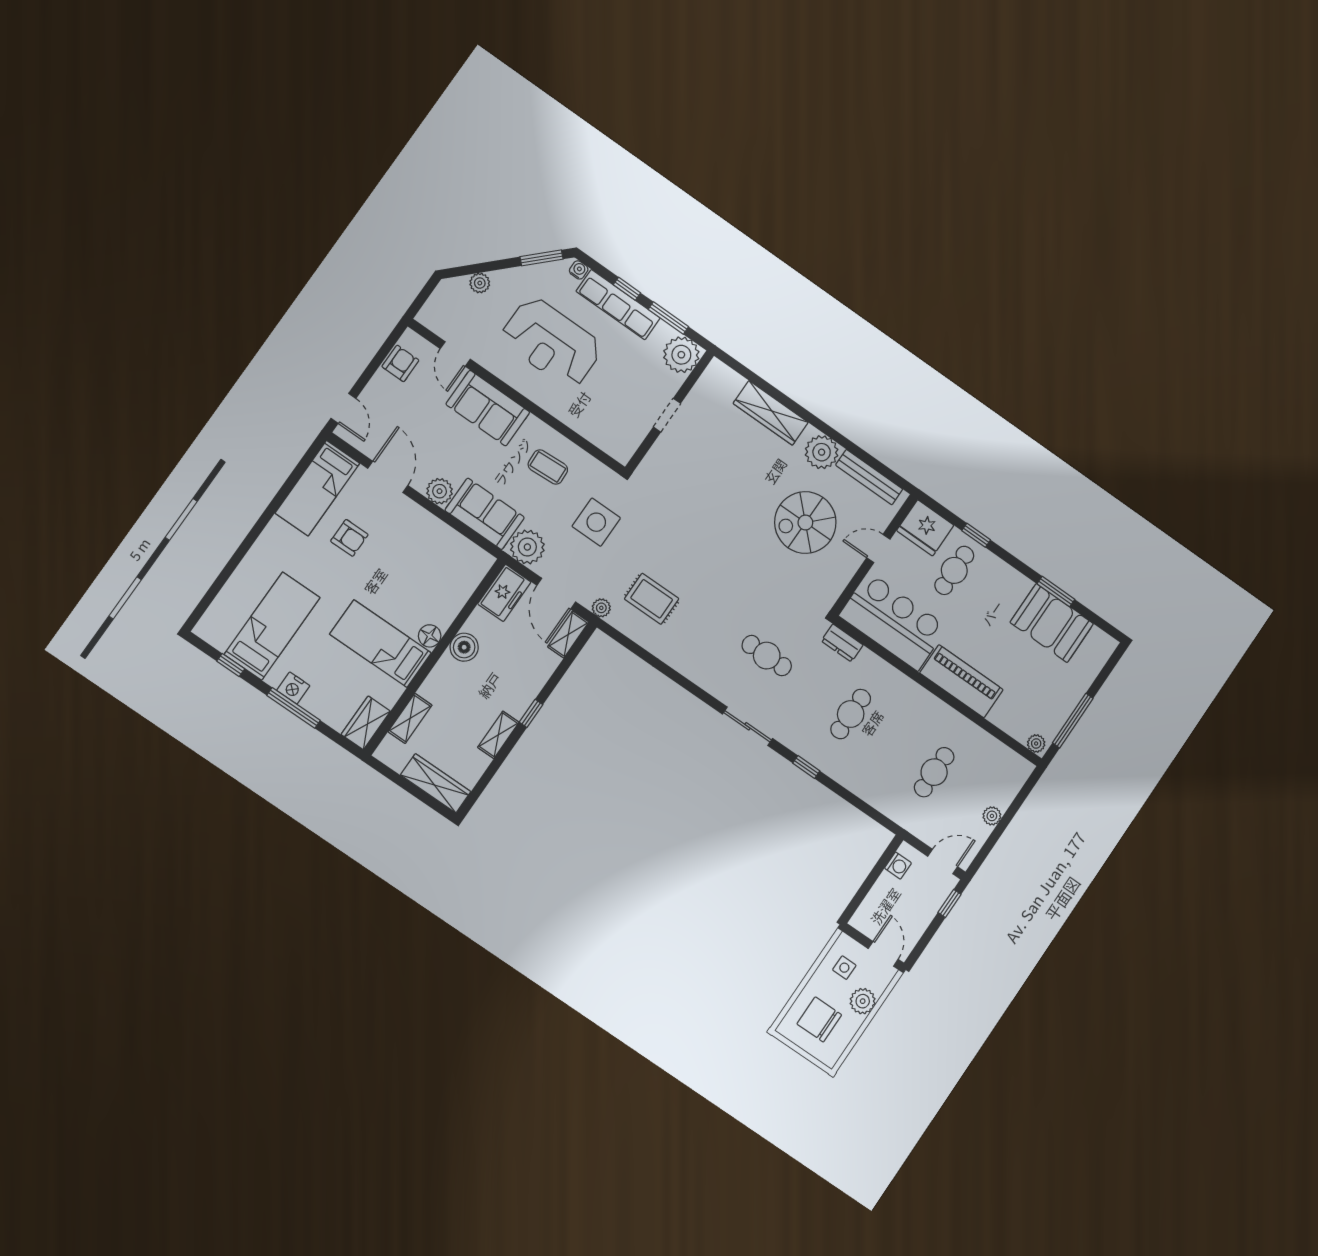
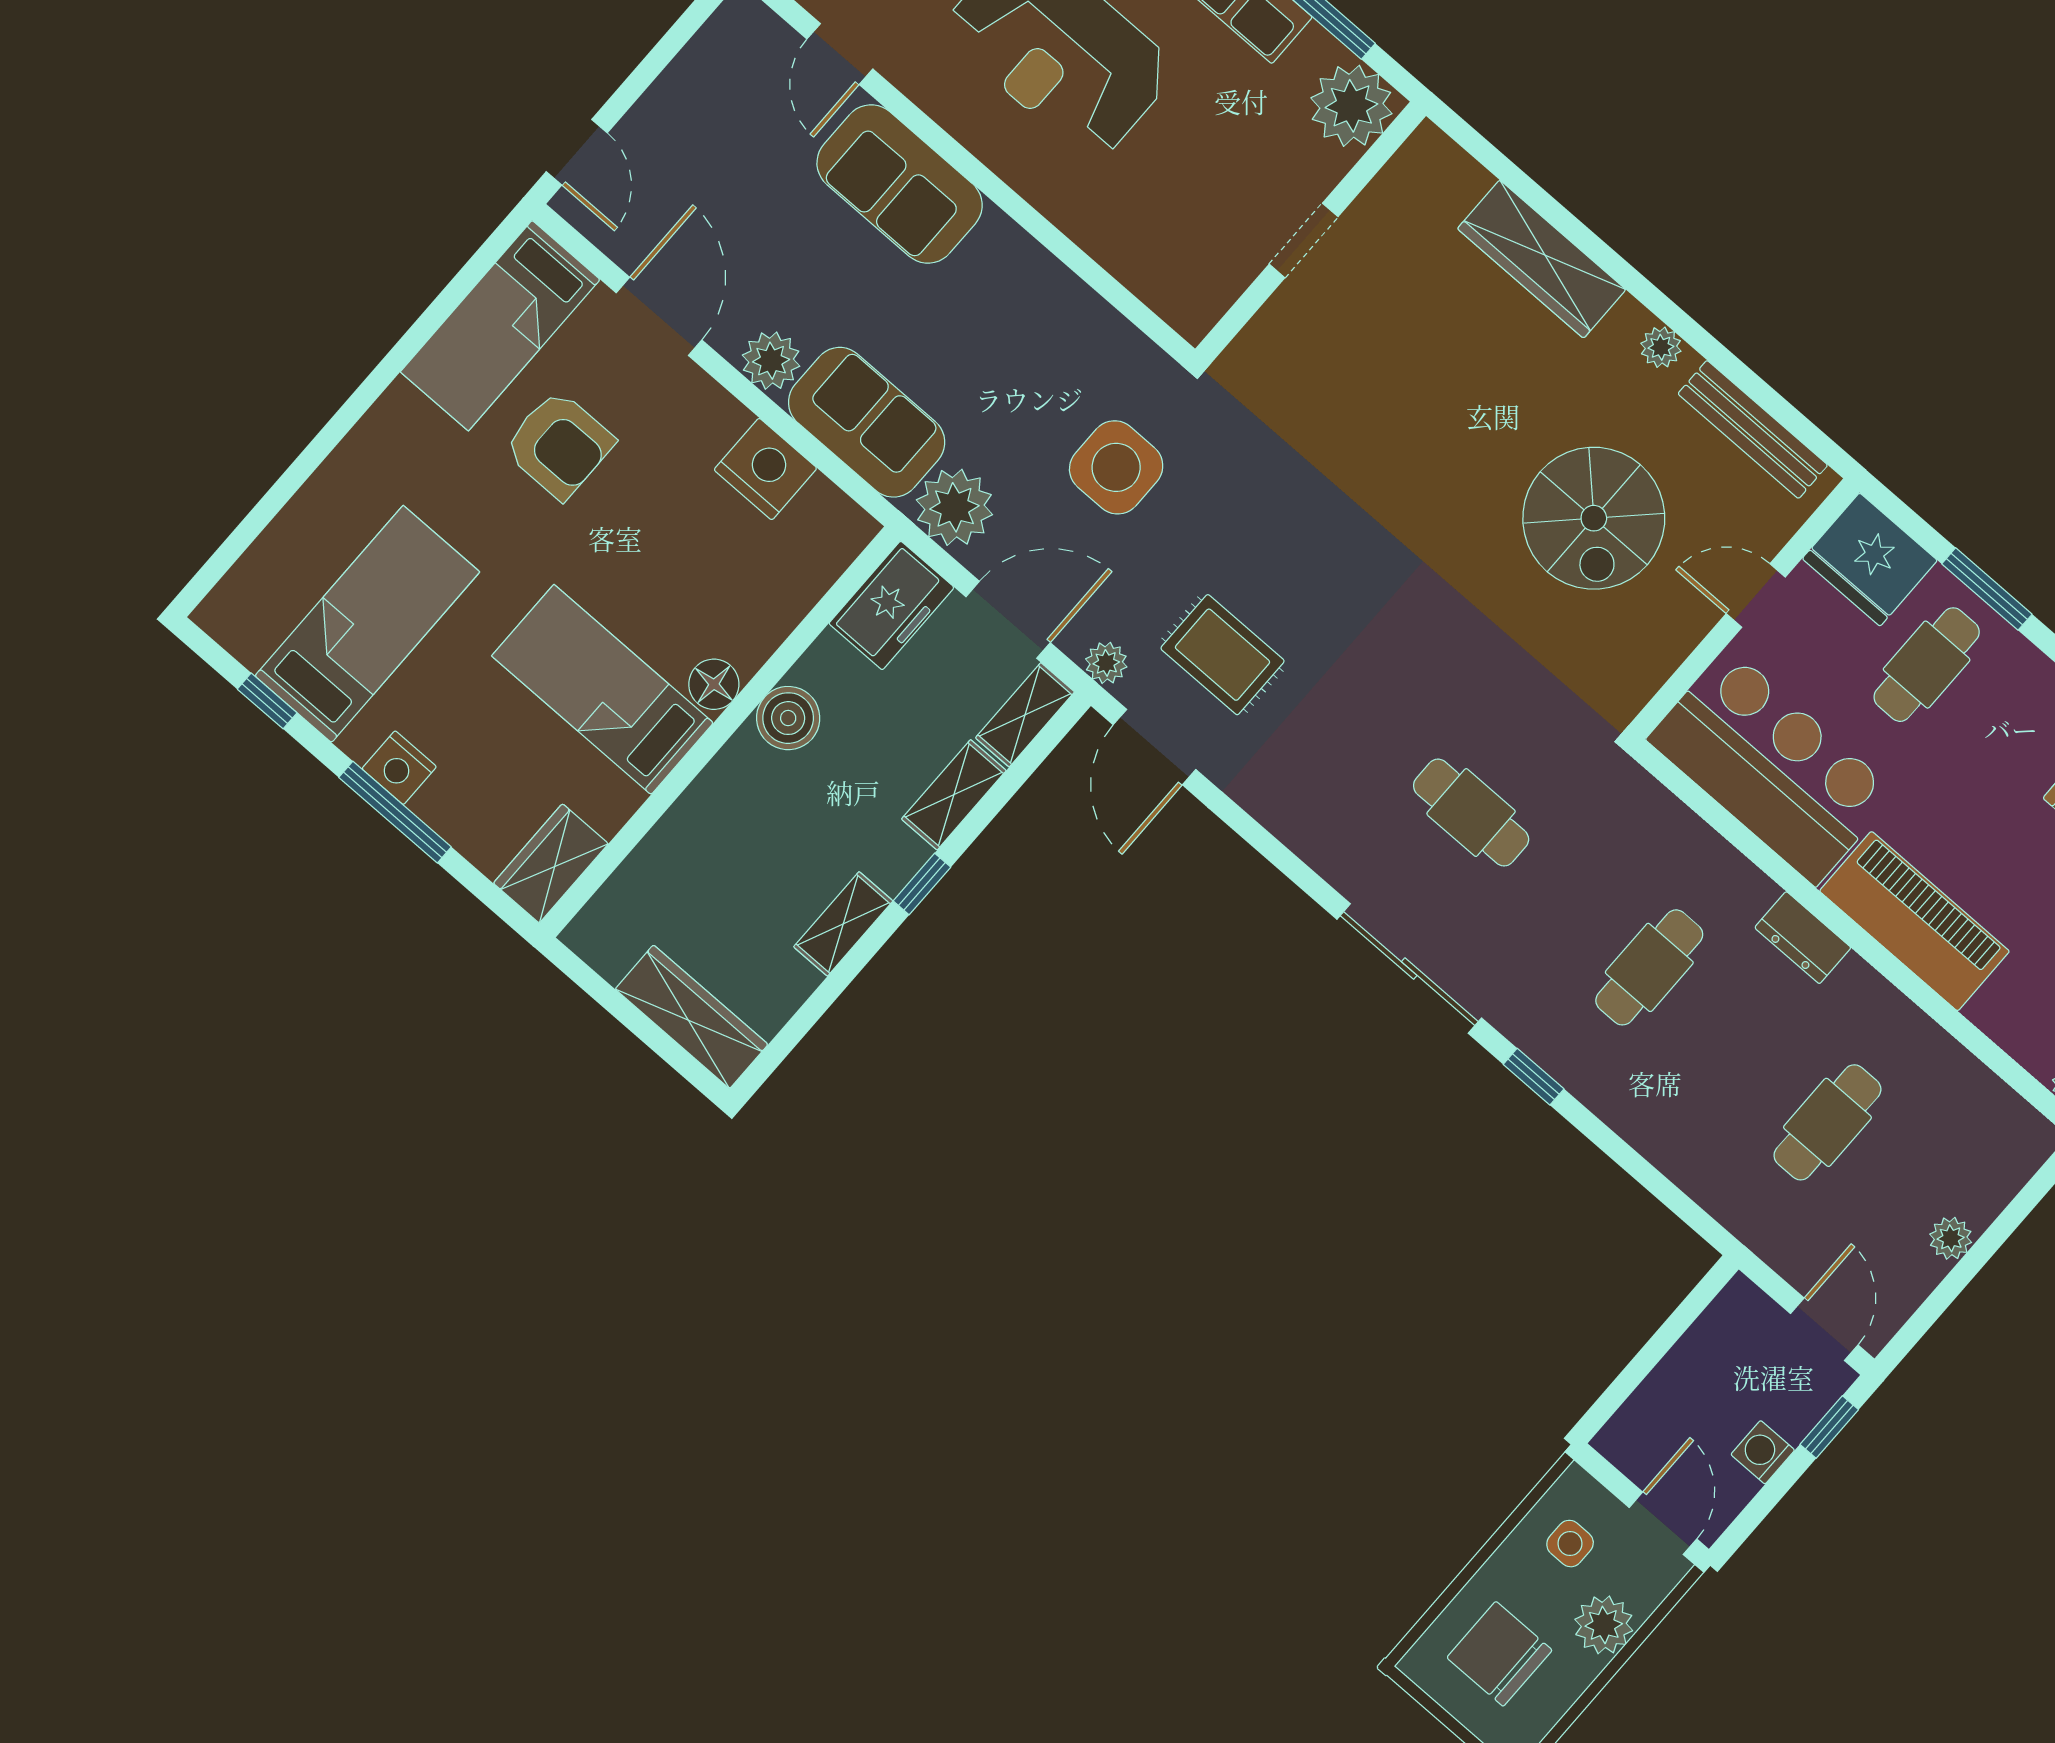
armchair: (400, 363) -> (715, 64), removed
plant: (822, 452) -> (1661, 347), width x0.53, depth x0.53
coffee table: (548, 467) -> (1020, 331), removed
spiral stairs: (805, 523) -> (1594, 518), turned -90
window: (976, 535) -> (1987, 589), width x1.50
armchair: (349, 538) -> (559, 445), width x1.38, depth x1.38
nightstand: (442, 539) -> (765, 469), added
door: (556, 594) -> (1008, 620), swing flipped
door: (626, 642) -> (1155, 747), added
dresser: (842, 643) -> (1803, 938), moved
shelving: (410, 718) -> (954, 795), moved
sliding door: (748, 726) -> (1409, 969), width x1.37
door: (943, 862) -> (1824, 1329), hinge flipped
washing machine: (898, 866) -> (1763, 1452), moved, turned 180

